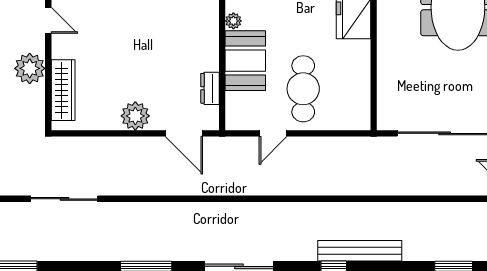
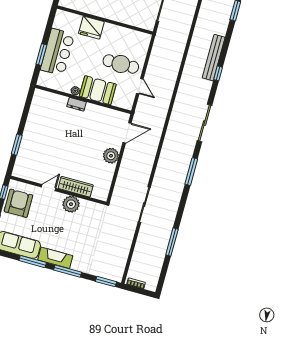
dresser: (210, 88) -> (77, 104), moved
wardrobe: (63, 90) -> (76, 187), moved

